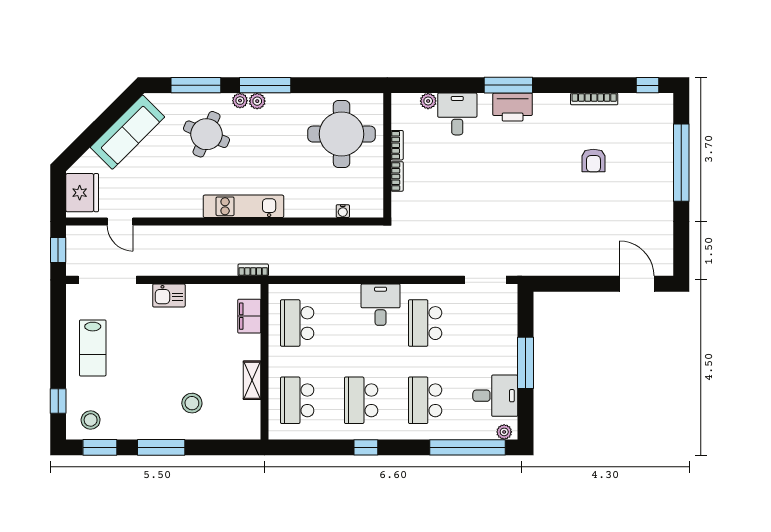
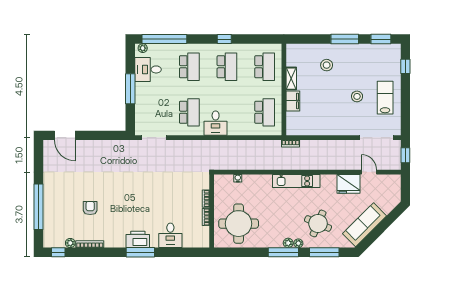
plant: (428, 101) -> (70, 243), moved
fridge: (82, 193) -> (349, 184), moved, turned -90
kitchen sink: (169, 295) -> (340, 128), removed
filing cabinet: (249, 316) -> (293, 101), moved
stool: (91, 420) -> (357, 96), moved

